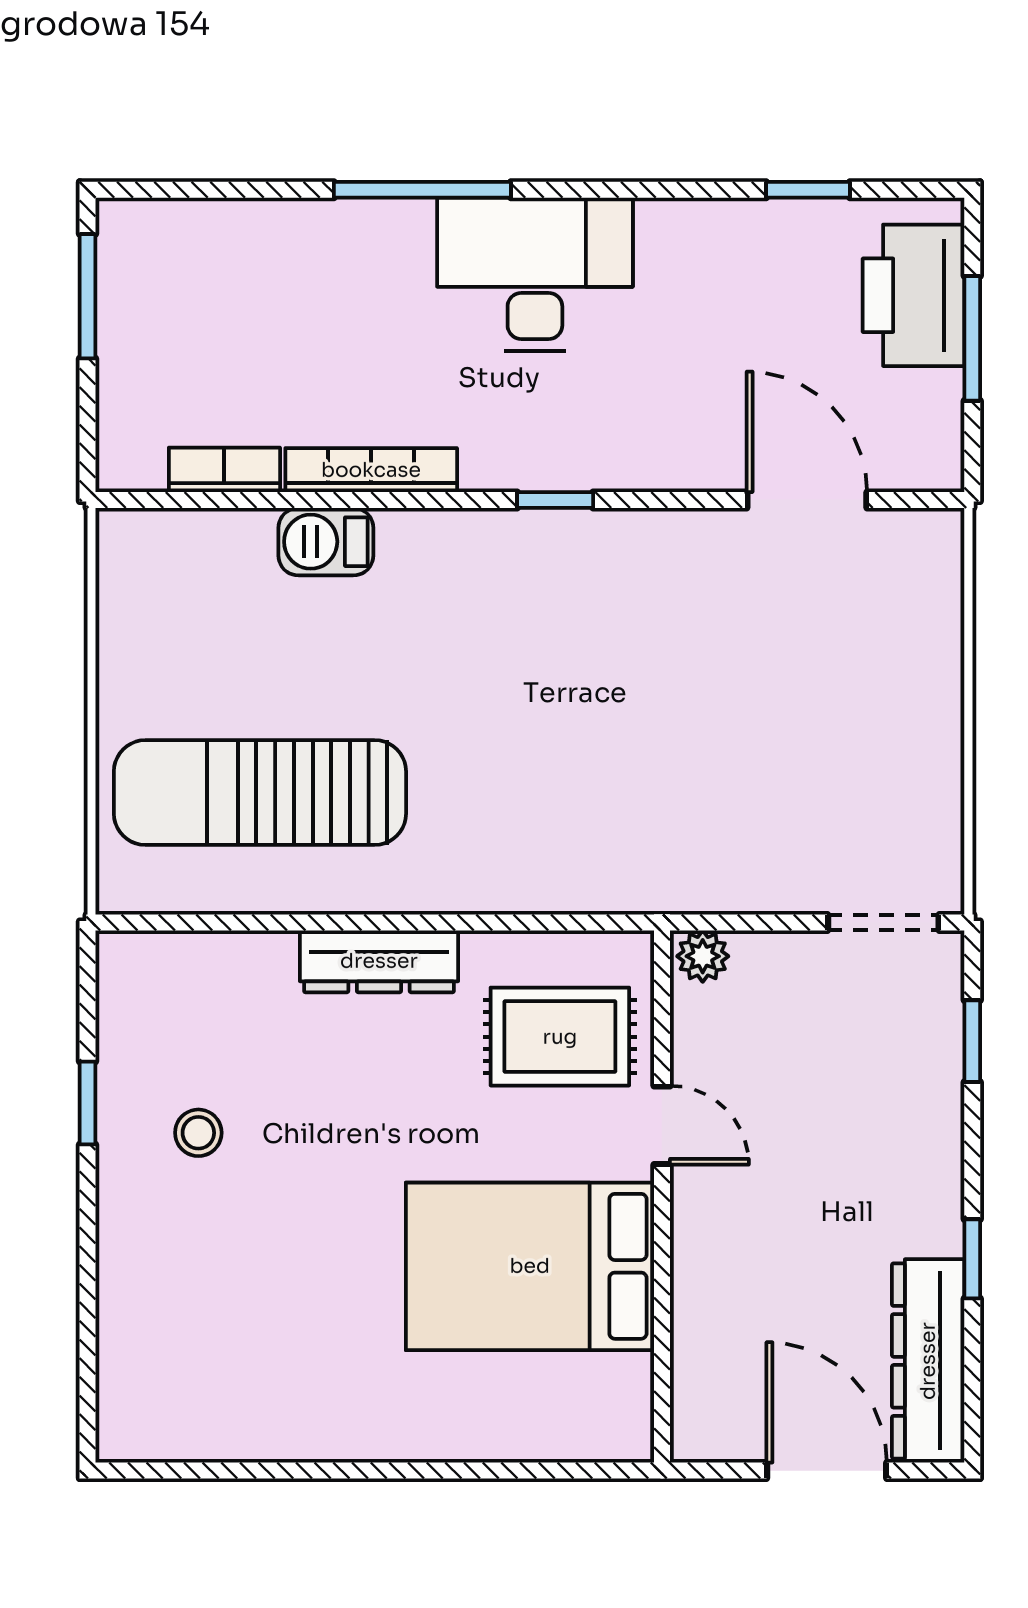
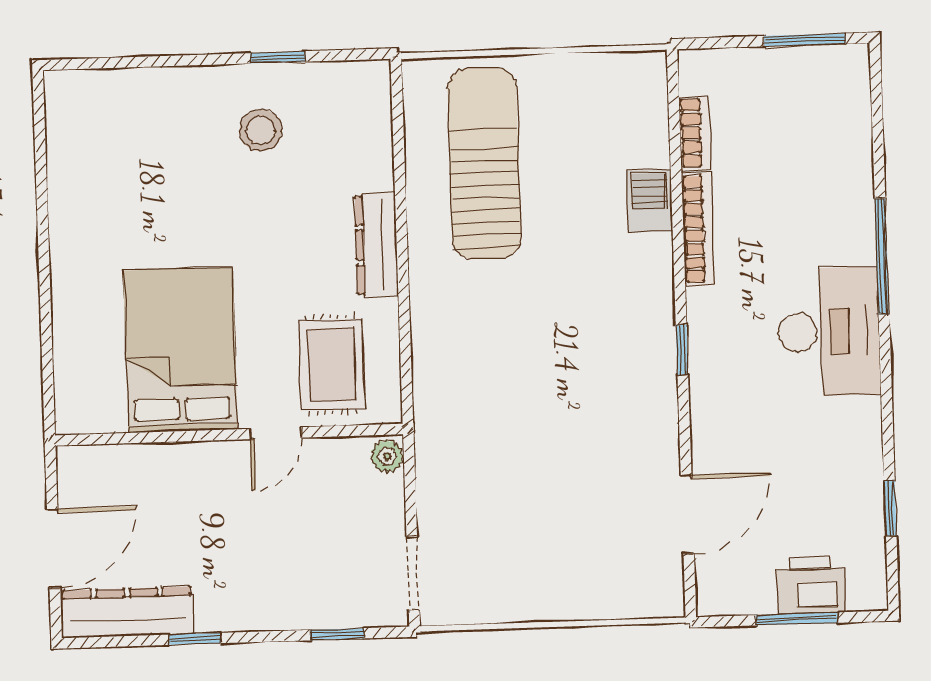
printer: (914, 295) -> (811, 585), width x0.73, depth x0.84
stool: (198, 1133) -> (261, 130), width x1.37, depth x1.37

